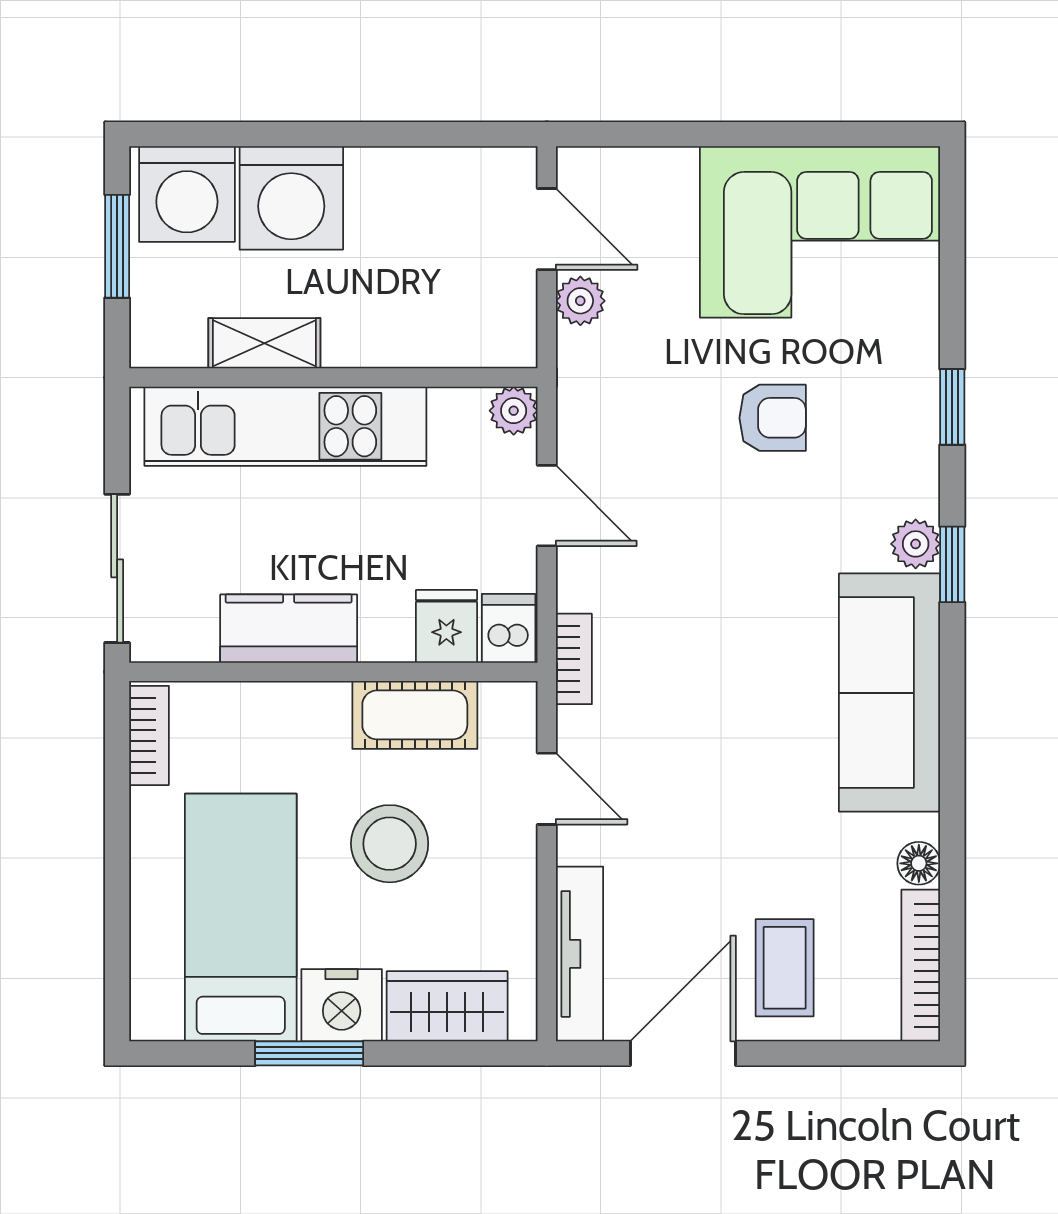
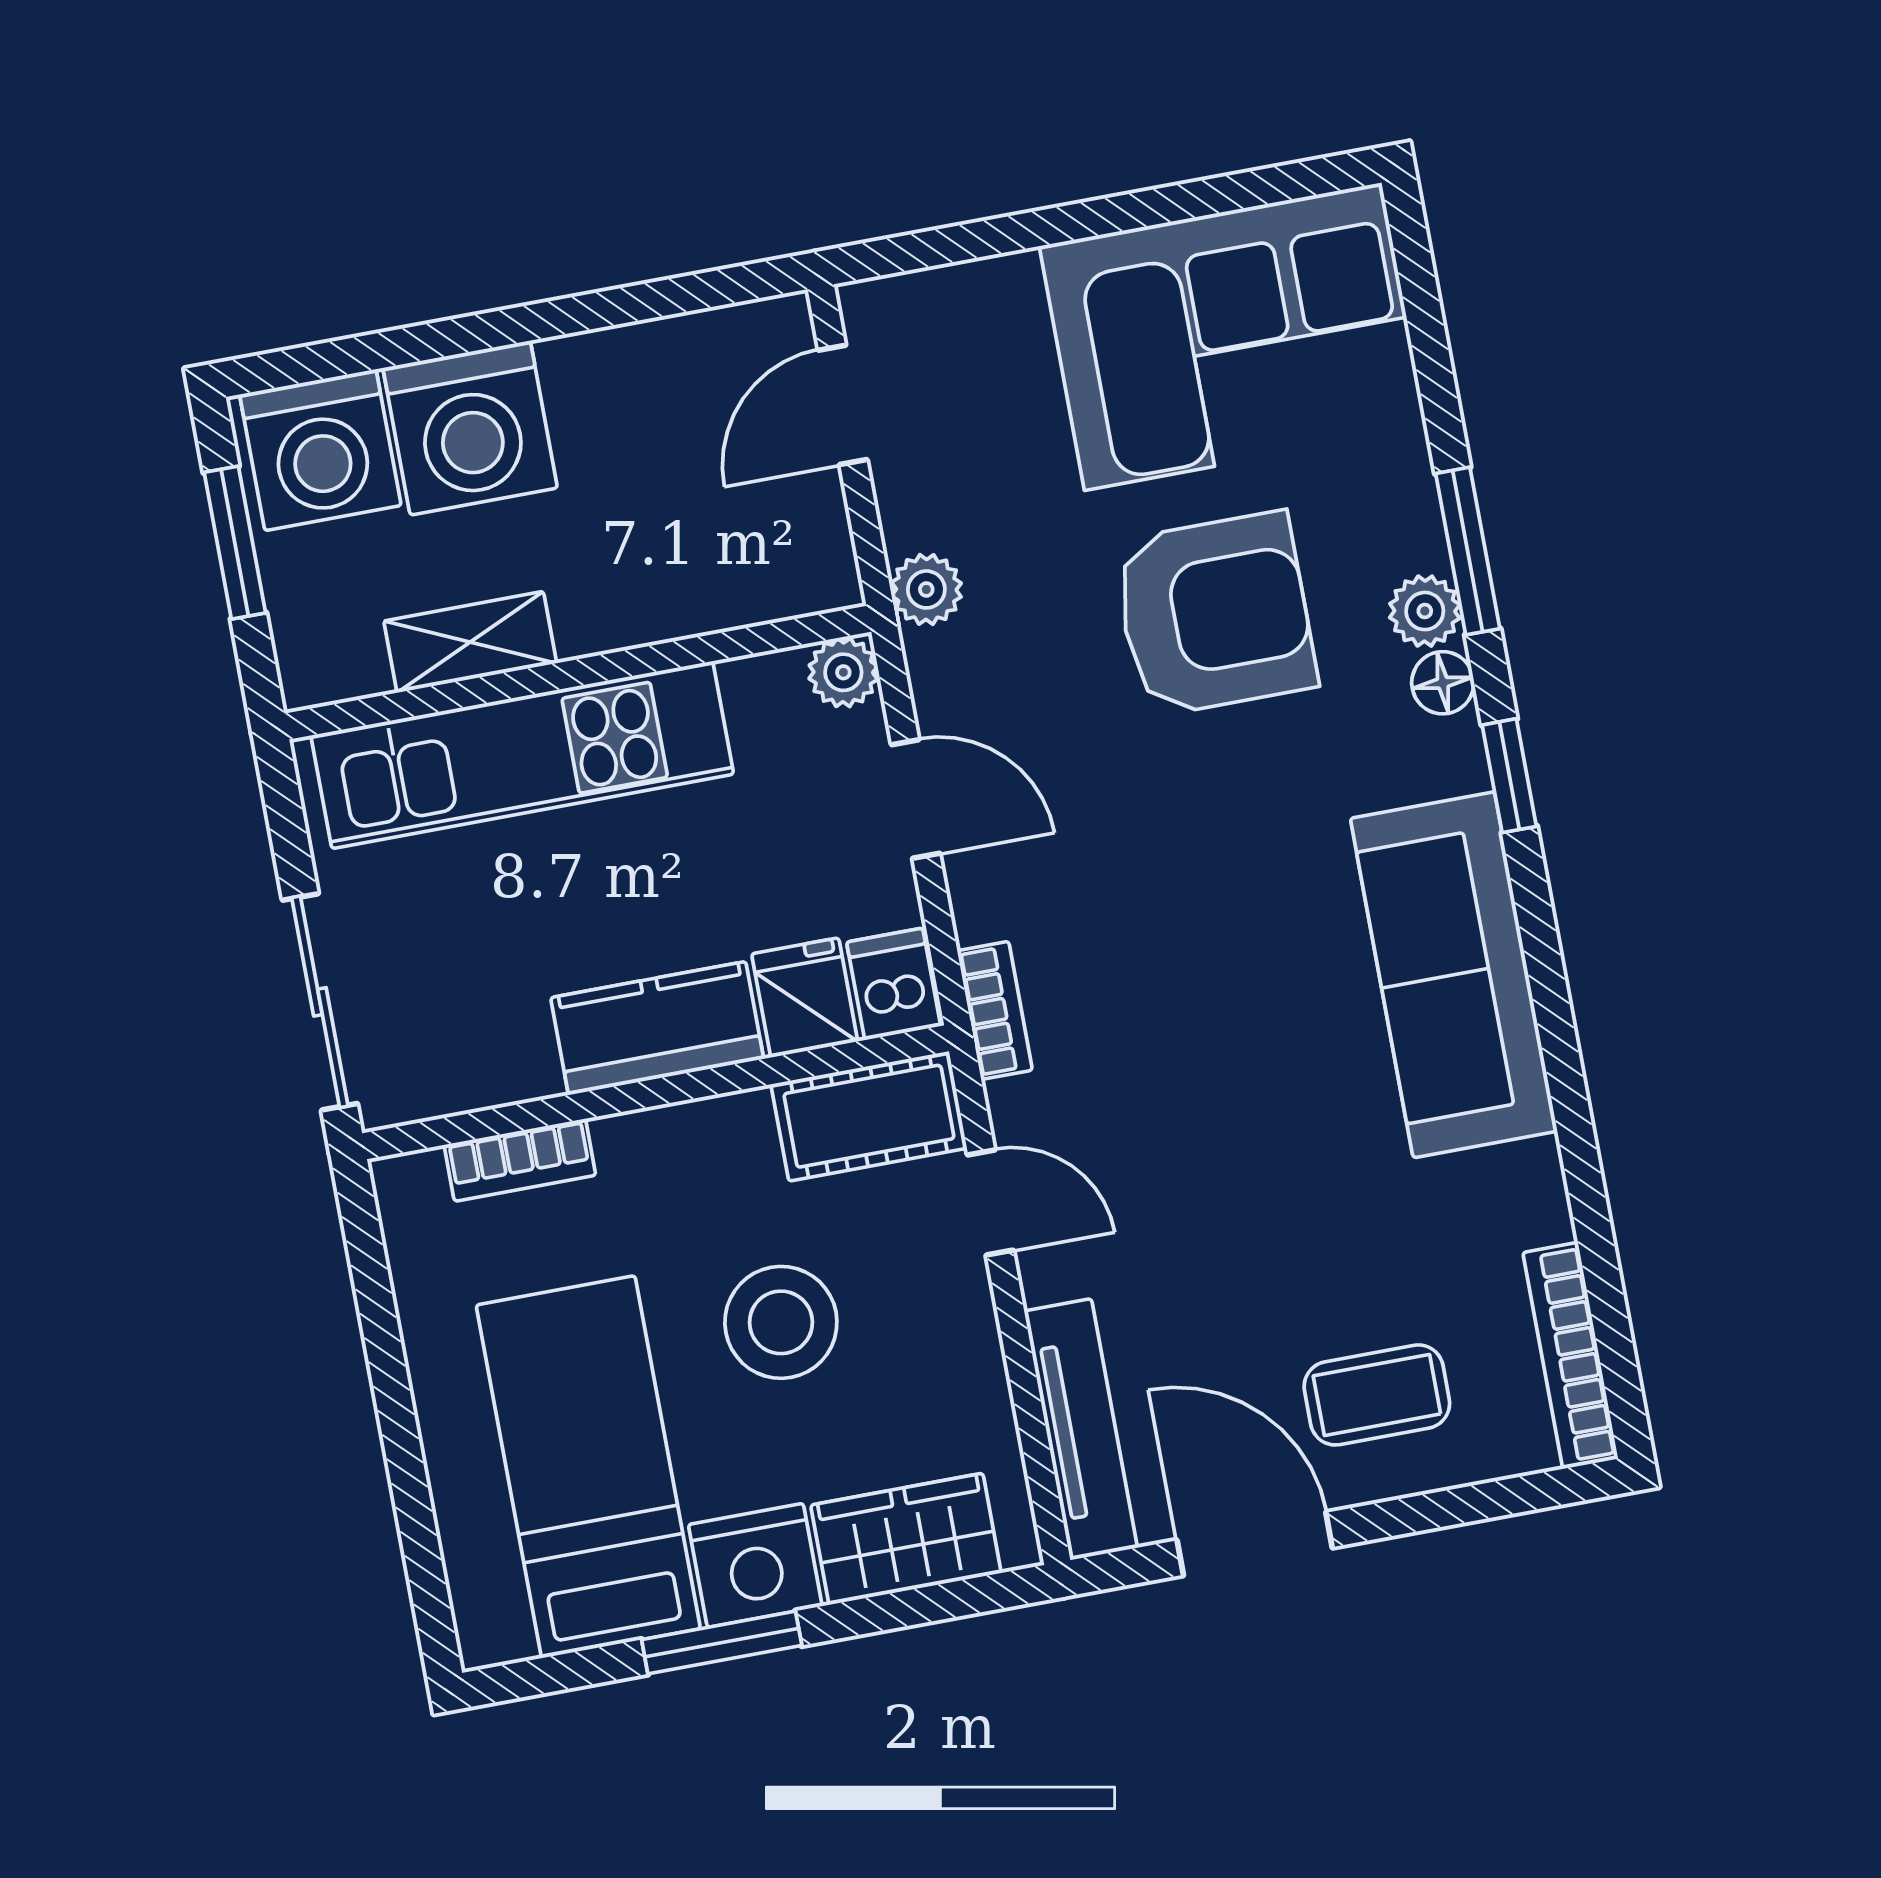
door: (547, 229) -> (843, 405), swing flipped
plant: (580, 301) -> (926, 589), moved
window: (952, 407) -> (1468, 551), width x1.50
armchair: (773, 418) -> (1215, 614), width x1.88, depth x1.88
plant: (916, 544) -> (1425, 611), moved
kitchen counter: (289, 629) -> (657, 1028), moved
cot: (415, 715) -> (869, 1116), moved
bookcase: (149, 735) -> (520, 1160), moved, turned 90
floor lamp: (919, 863) -> (1443, 683), moved
coffee table: (785, 968) -> (1377, 1395), turned 90
door: (683, 1053) -> (1255, 1544), hinge flipped

